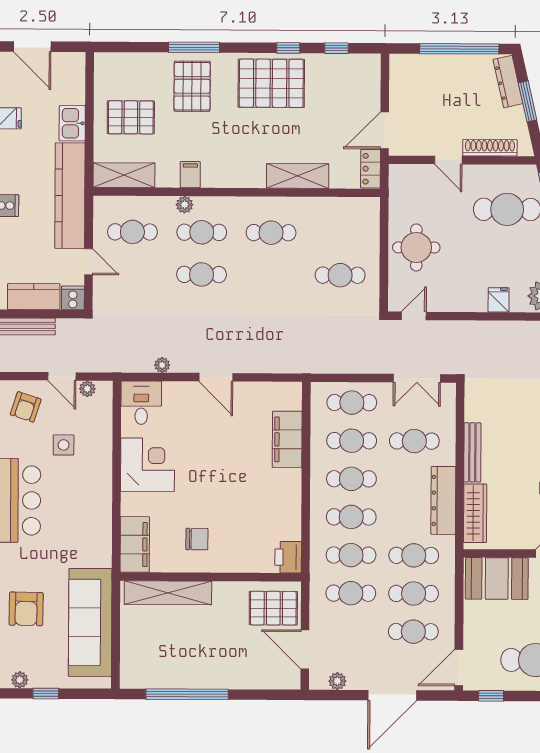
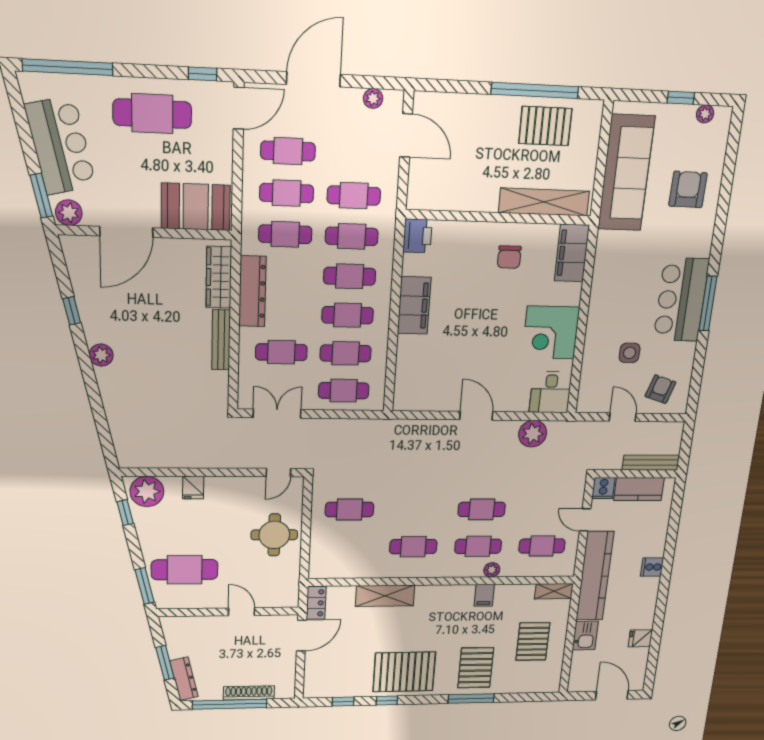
pallet: (131, 117) -> (533, 641), turned 90
shoe rack: (490, 148) -> (249, 693), moved, turned 180
shelving: (124, 175) -> (554, 591), width x0.67, depth x0.75
plant: (162, 365) -> (533, 434), width x1.88, depth x1.88
plant: (87, 389) -> (600, 406), removed
filing cabinet: (287, 439) -> (414, 305), moved
chair: (197, 539) -> (509, 257), turned -90
pallet: (273, 608) -> (545, 126), moved

